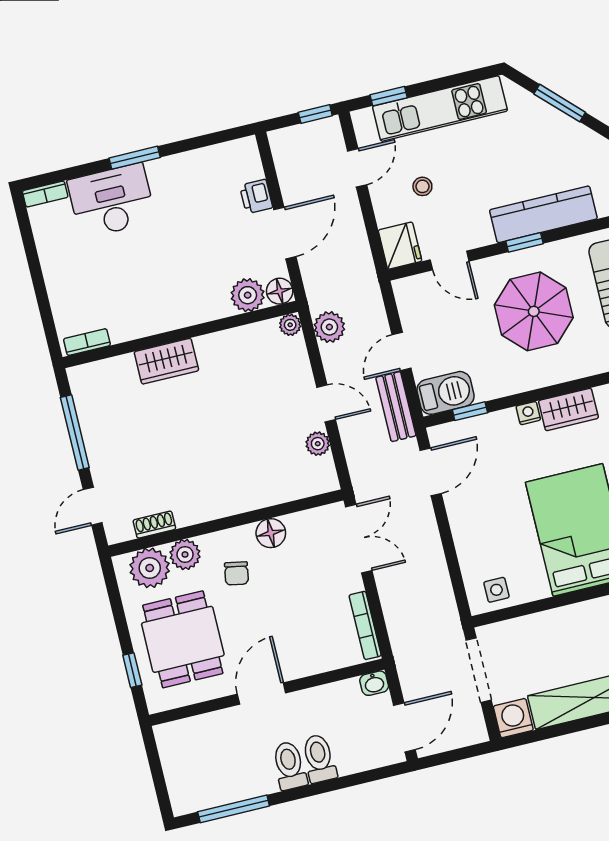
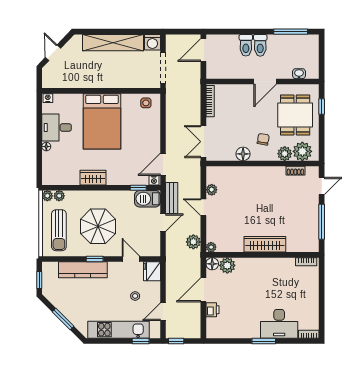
wardrobe: (166, 361) -> (265, 244), width x1.50
nightstand: (528, 413) -> (154, 180), moved
washbasin: (374, 683) -> (299, 74), moved

